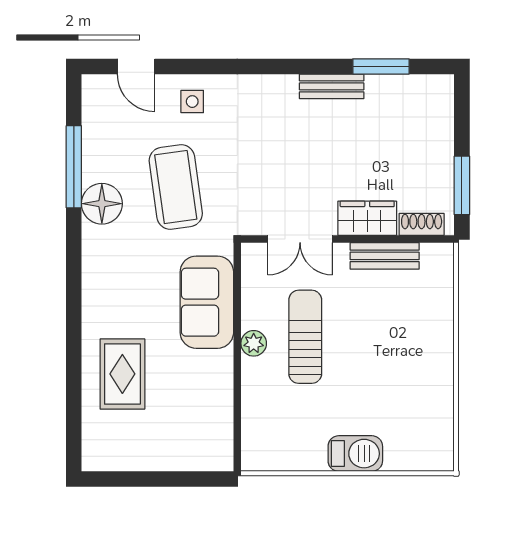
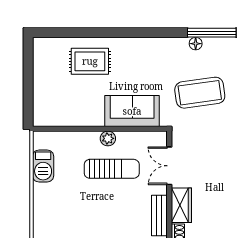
floor lamp: (102, 204) -> (196, 44), width x0.53, depth x0.53
barbecue: (355, 454) -> (43, 166), moved

